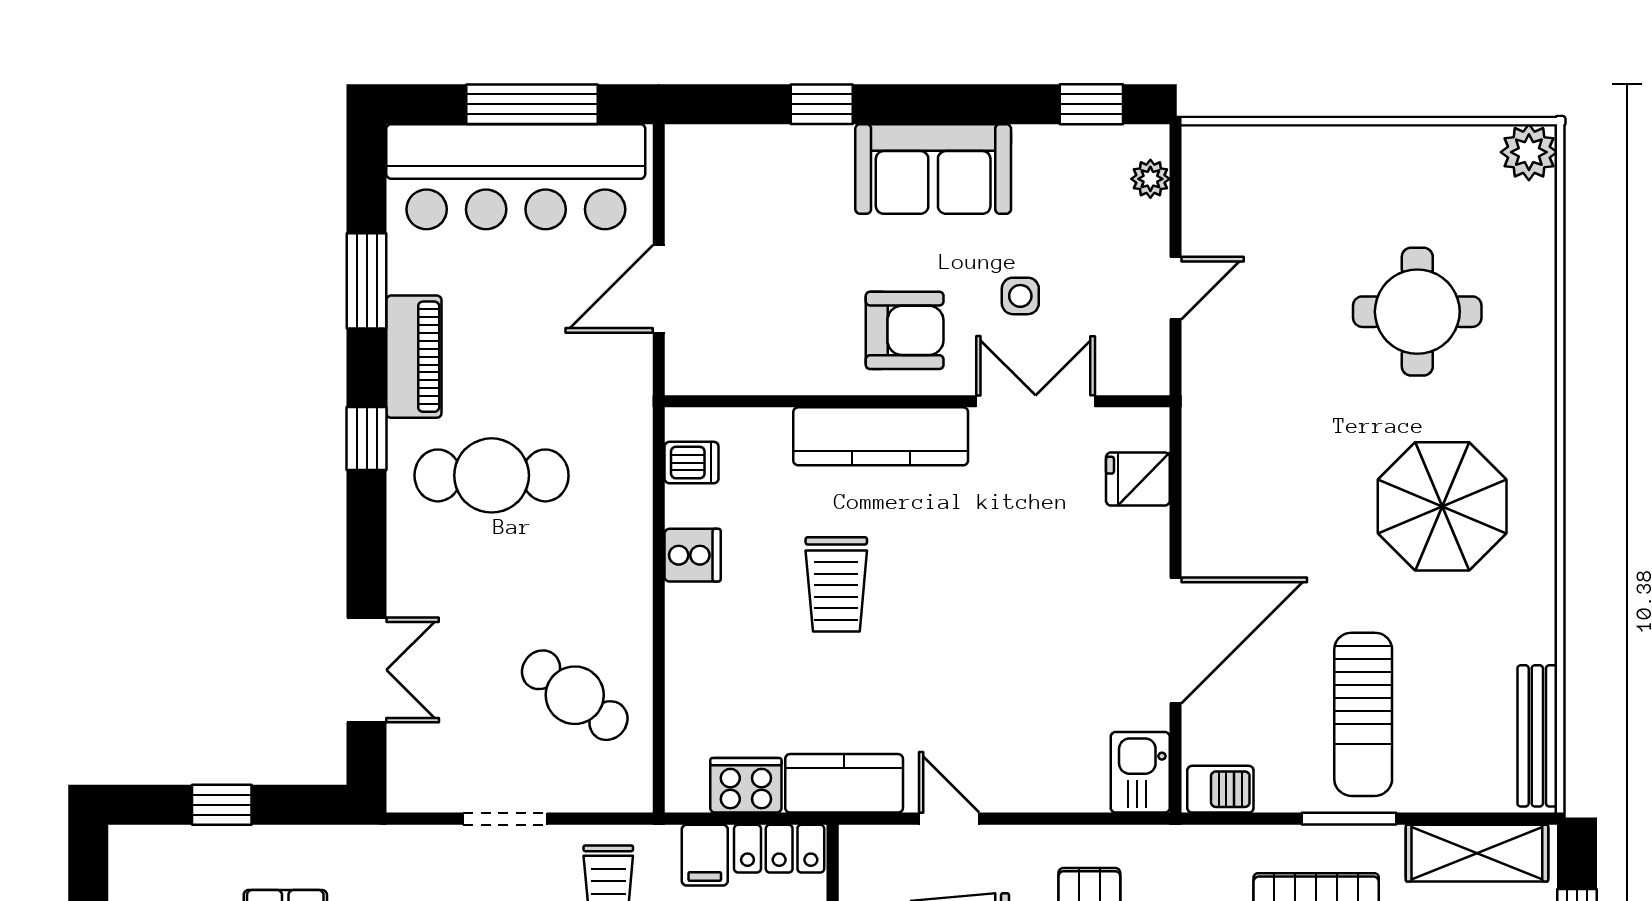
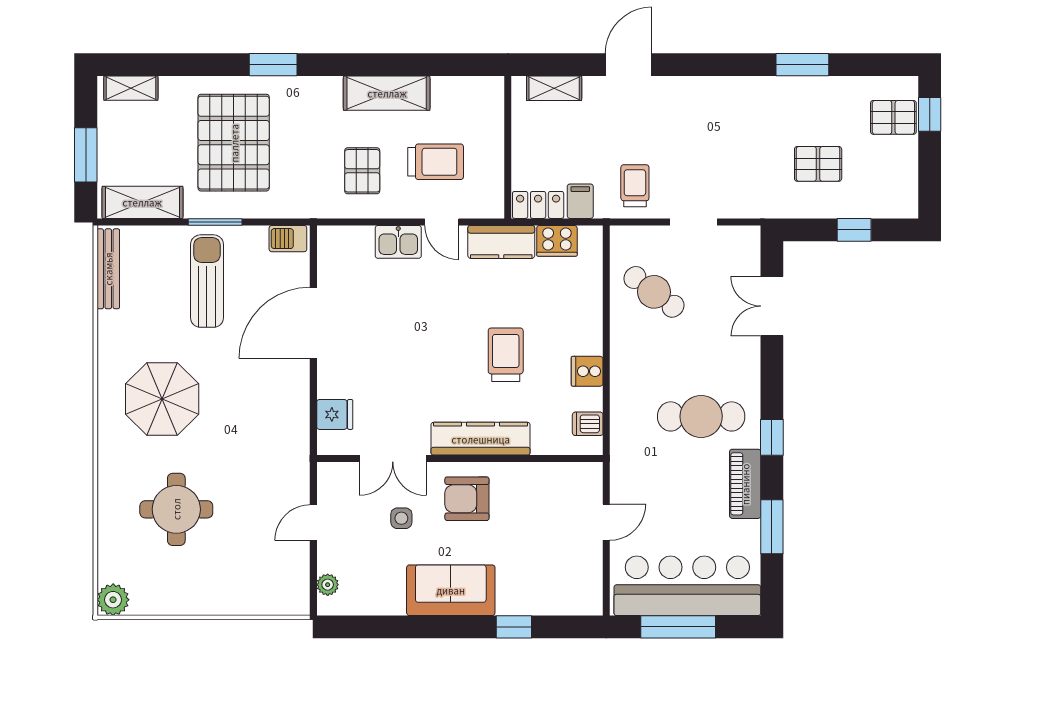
window: (1091, 104) -> (361, 627), removed
door: (659, 289) -> (606, 522), width x0.73
kitchen sink: (1140, 772) -> (398, 242), moved, turned 90

